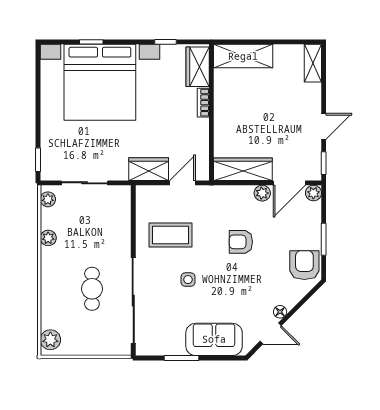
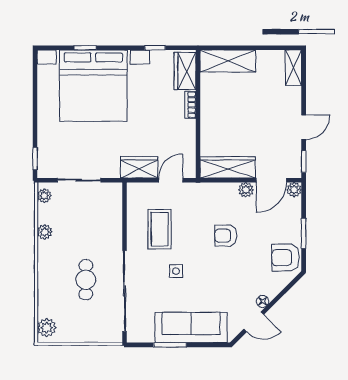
coffee table: (170, 235) -> (160, 229), turned 90
armchair: (304, 265) -> (286, 258), turned -90
sofa: (214, 339) -> (191, 327), width x1.36

